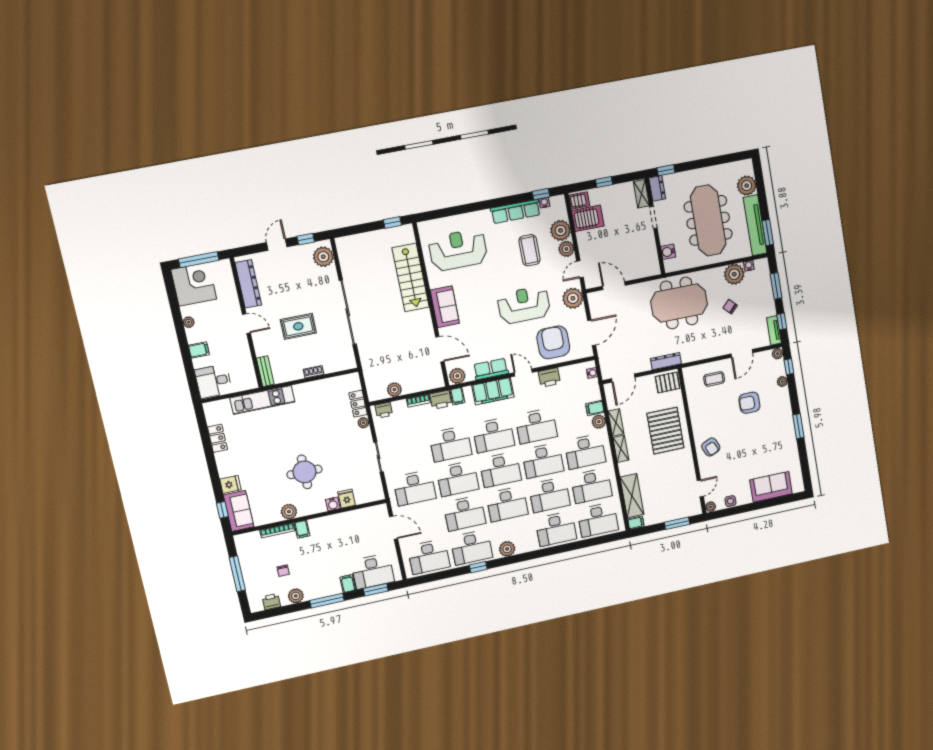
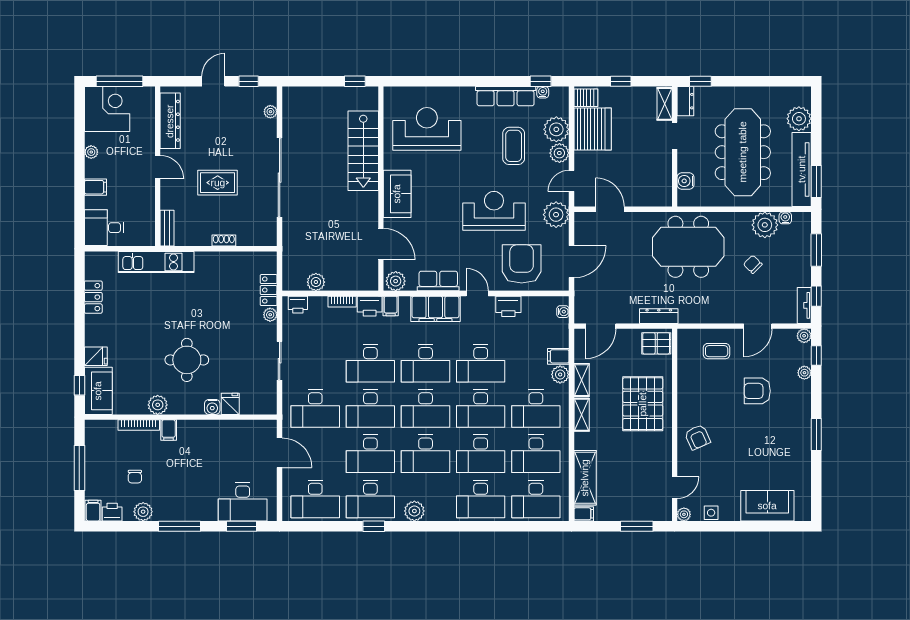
server rack: (588, 218) -> (593, 129), width x1.60
plant: (323, 257) -> (270, 112), width x0.53, depth x0.53
filing cabinet: (348, 584) -> (93, 511), moved

